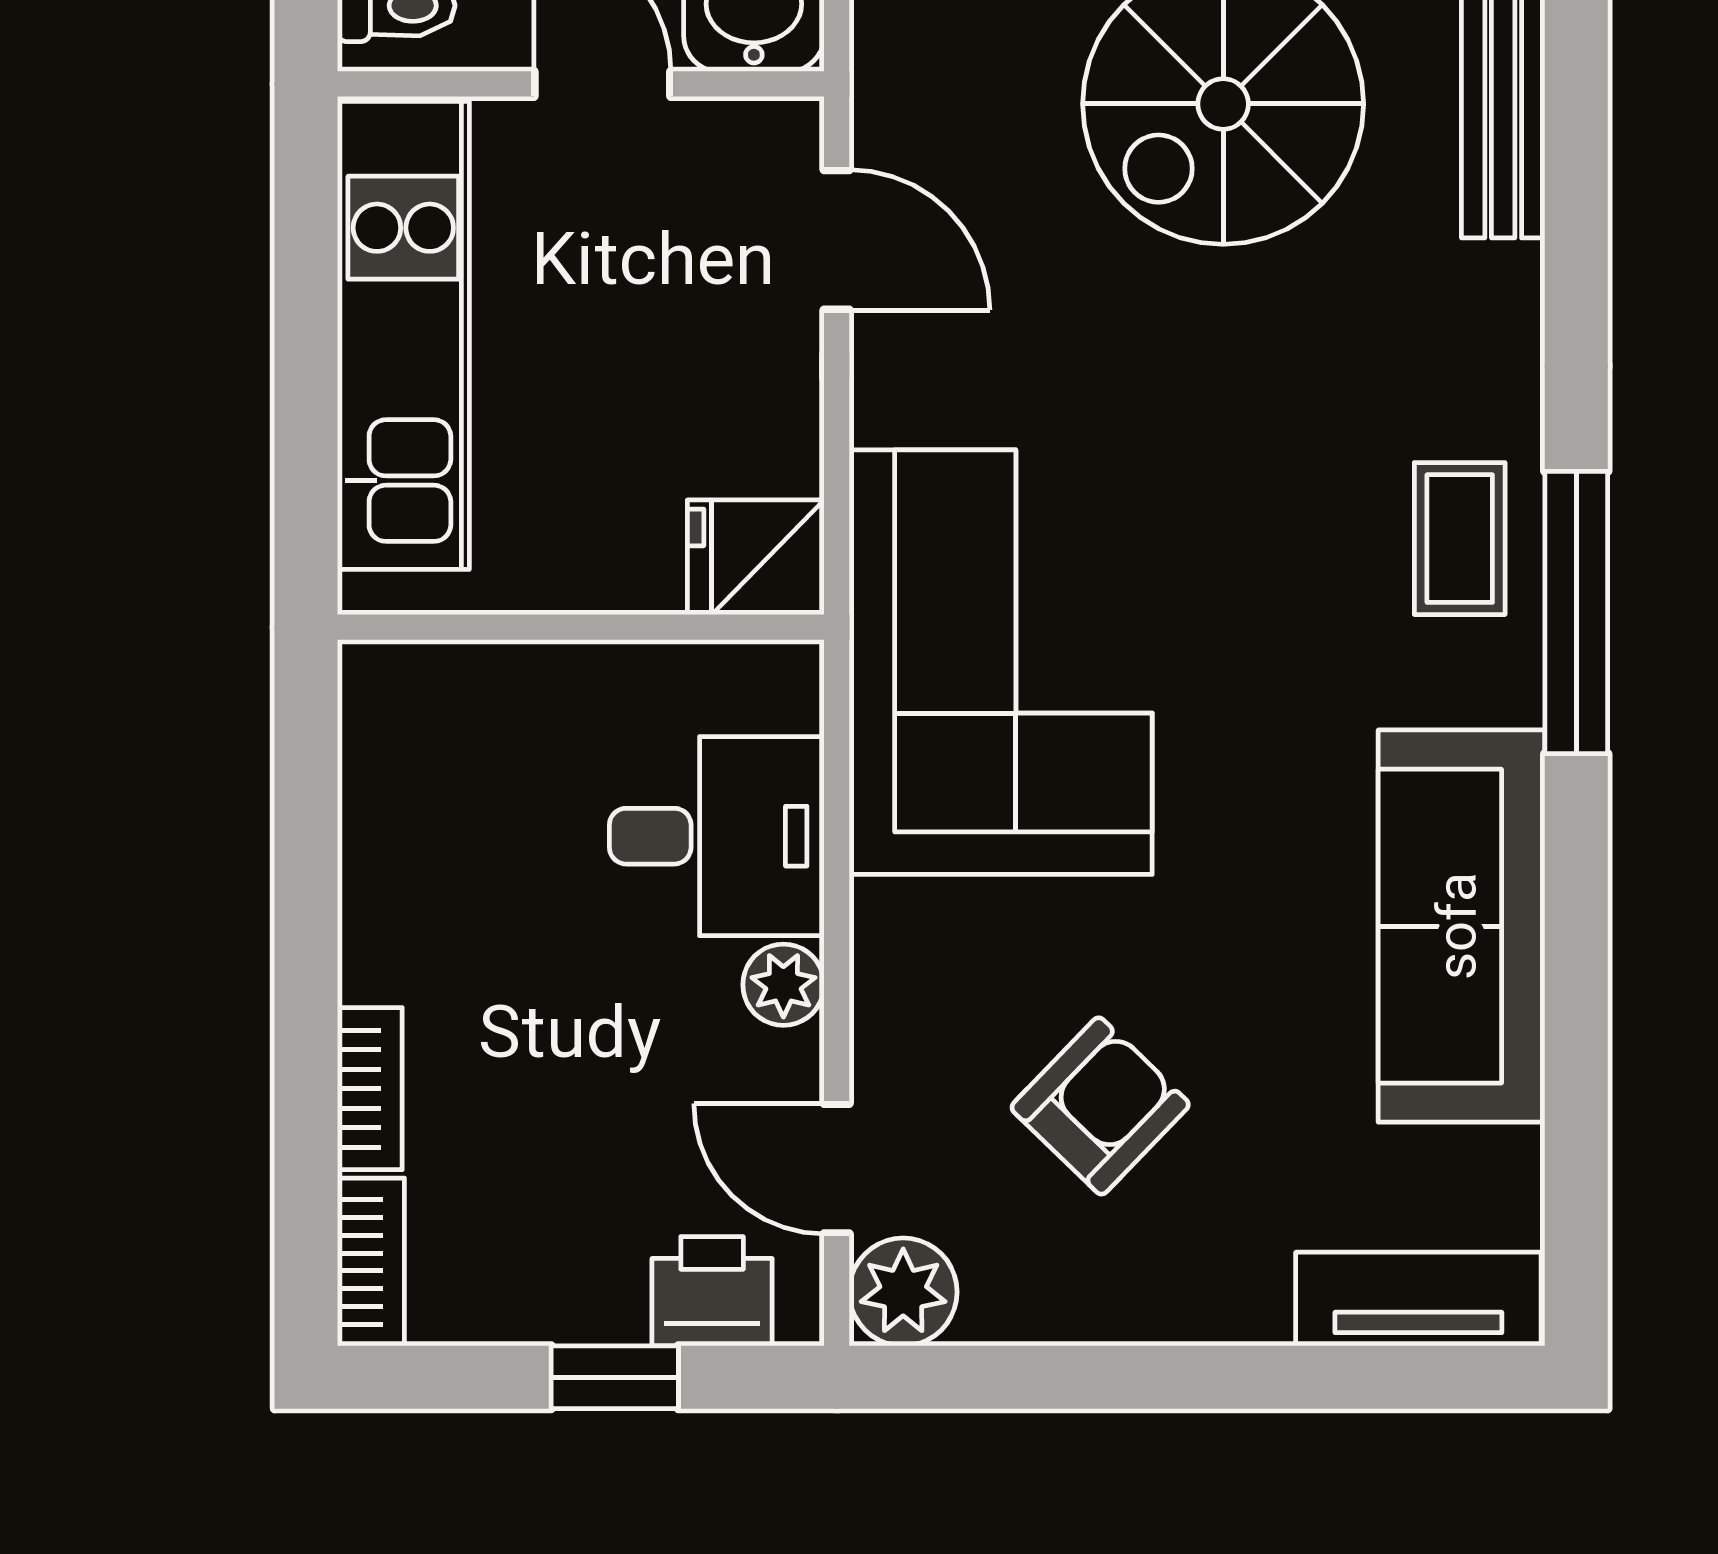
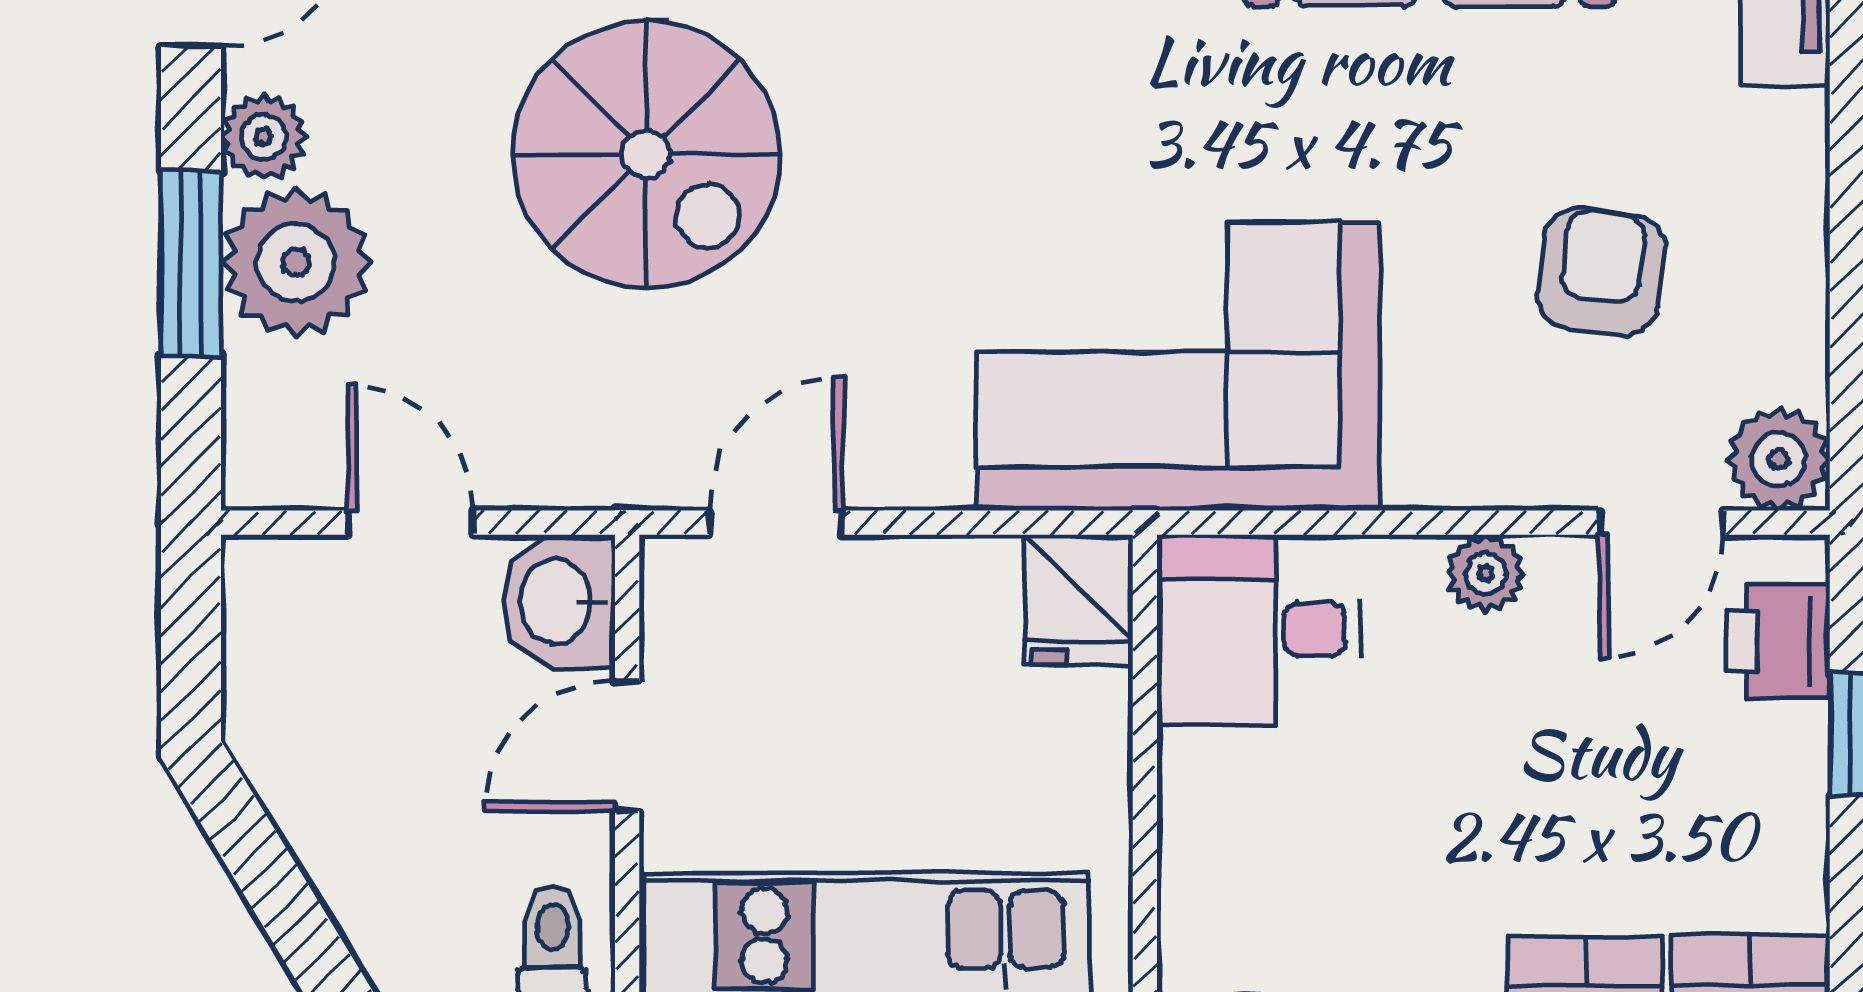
desk: (717, 836) -> (1259, 629), moved, turned -90
armchair: (1100, 1106) -> (1601, 272), turned 53

